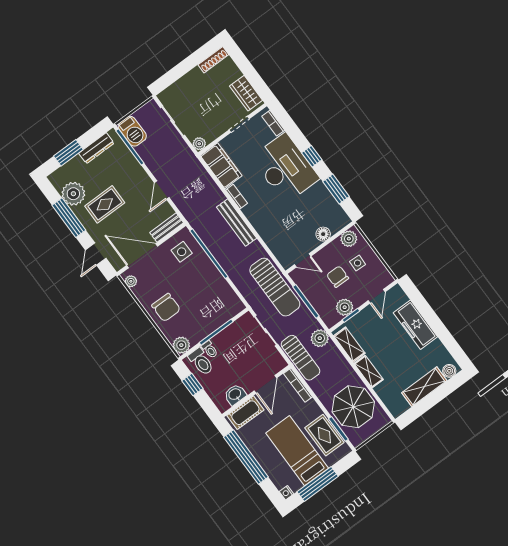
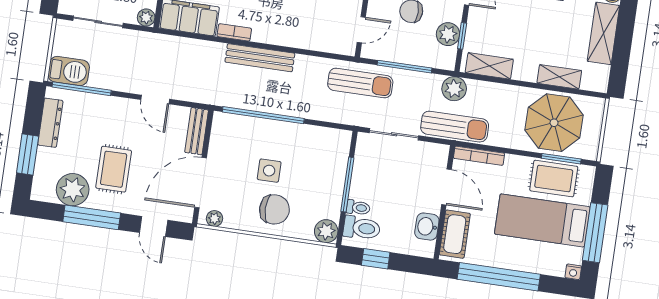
side table: (182, 252) -> (269, 171), moved
sun lounger: (275, 287) -> (360, 83), width x0.73, depth x0.75
shelving: (369, 372) -> (559, 77), moved

